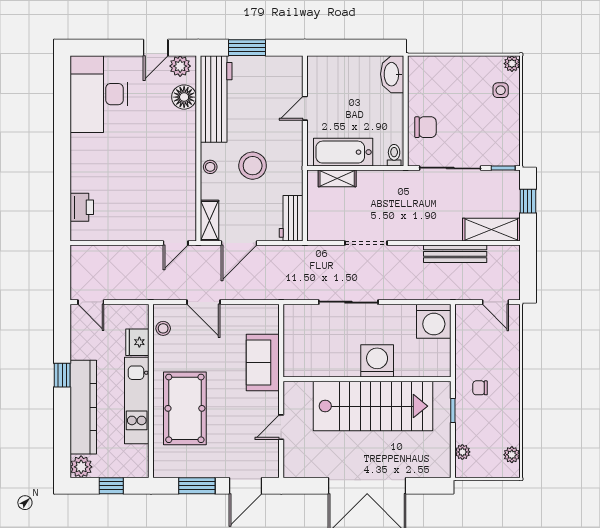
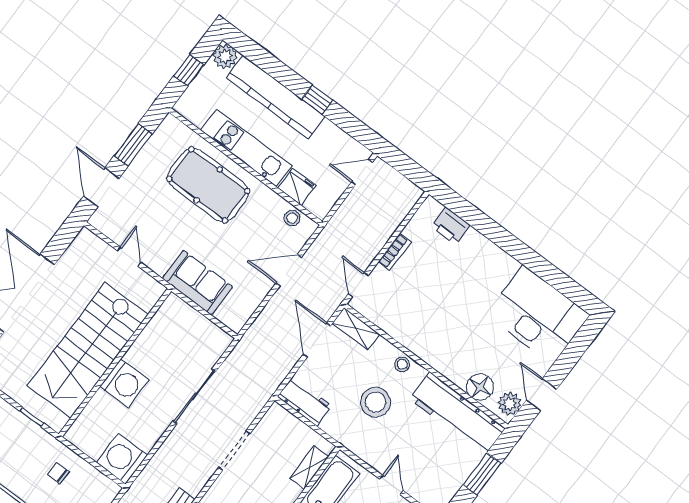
bookcase: (132, 234) -> (395, 252), added
chair: (480, 388) -> (58, 473), moved, turned -90

